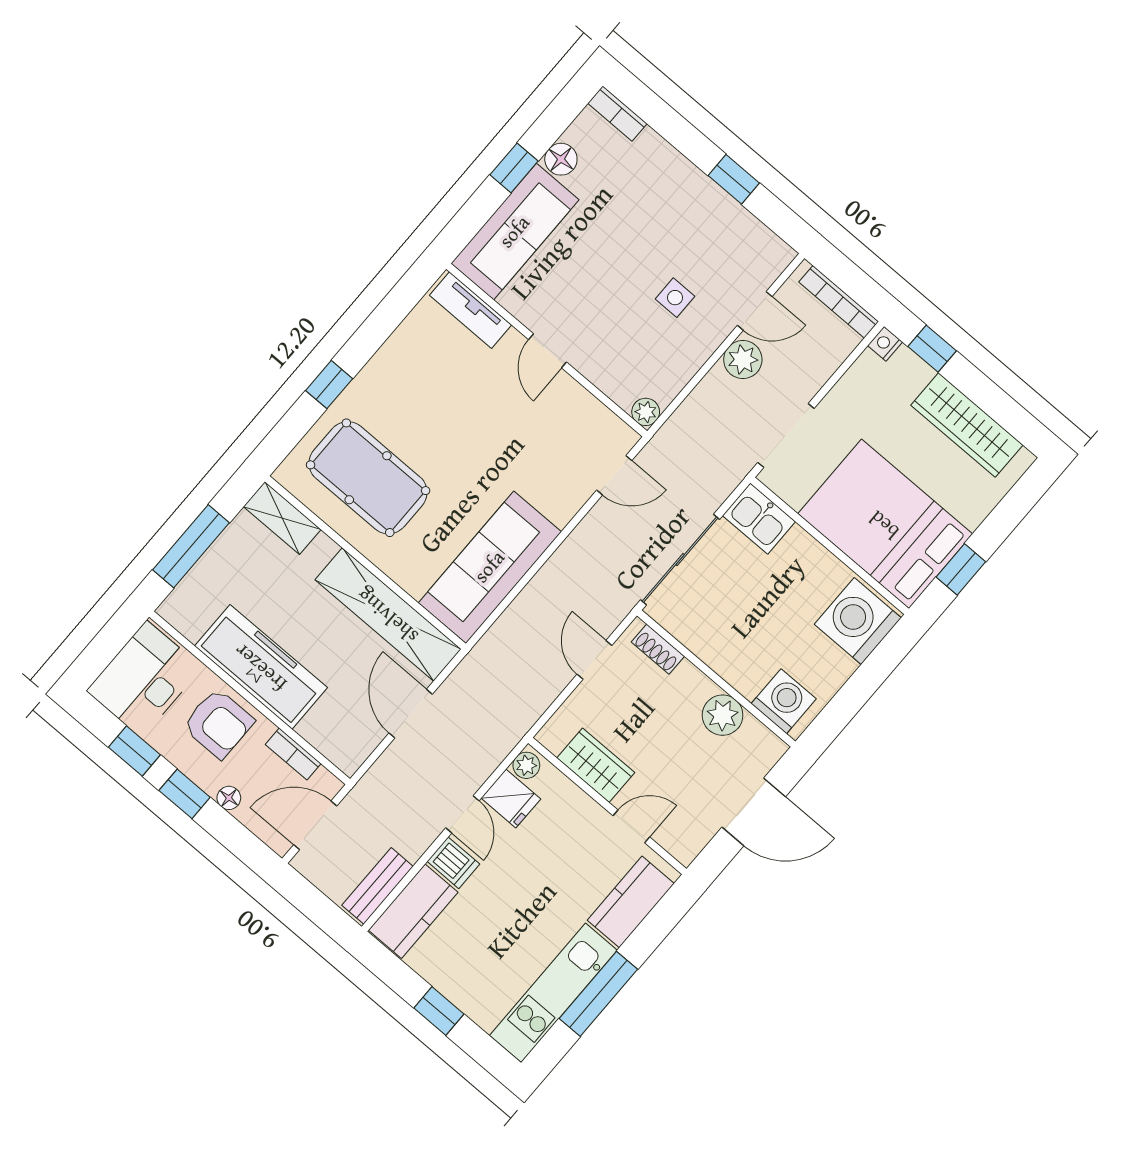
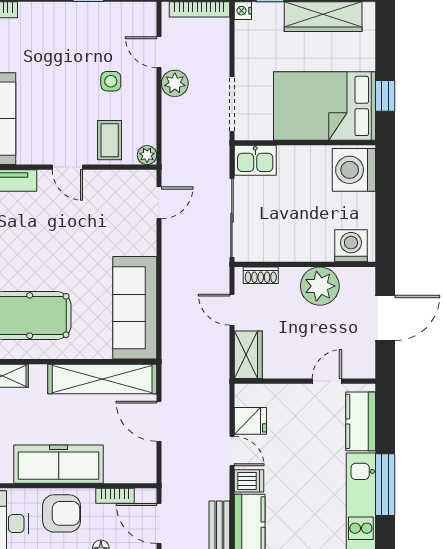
door: (755, 311) -> (159, 52), swing flipped
coffee table: (619, 361) -> (110, 140), added
plant: (723, 715) -> (320, 286), width x1.36, depth x1.36
plant: (526, 765) -> (244, 396), removed
wardrobe: (596, 765) -> (248, 355), moved, turned 90
door: (315, 825) -> (159, 524), hinge flipped

